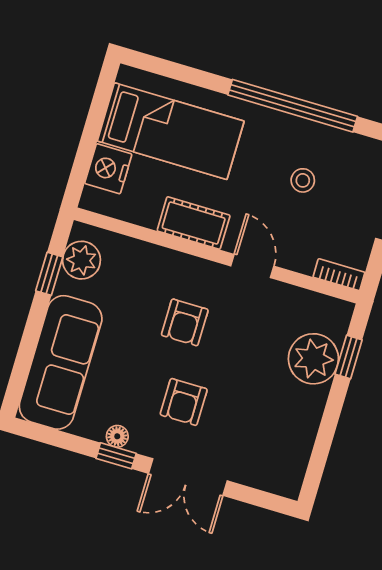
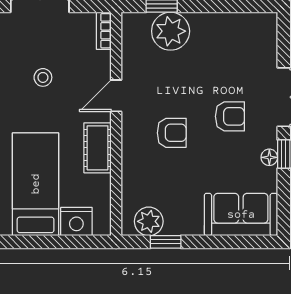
sofa: (61, 362) -> (241, 215), width x0.73

